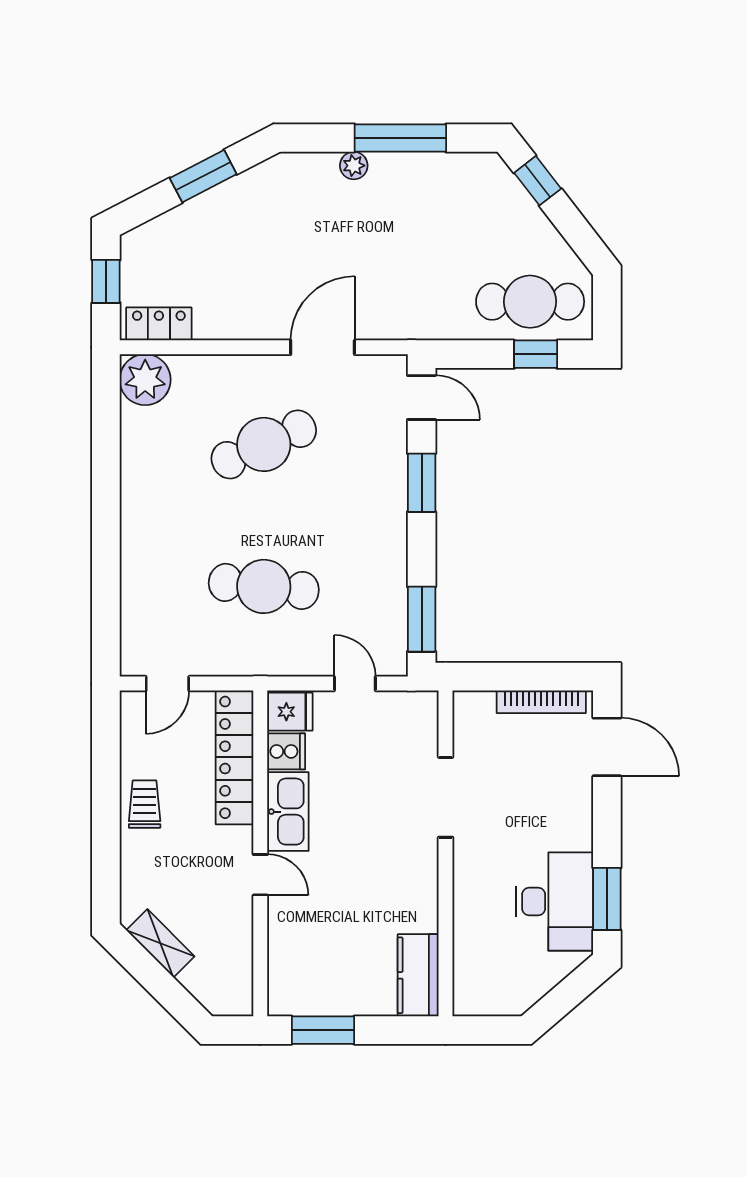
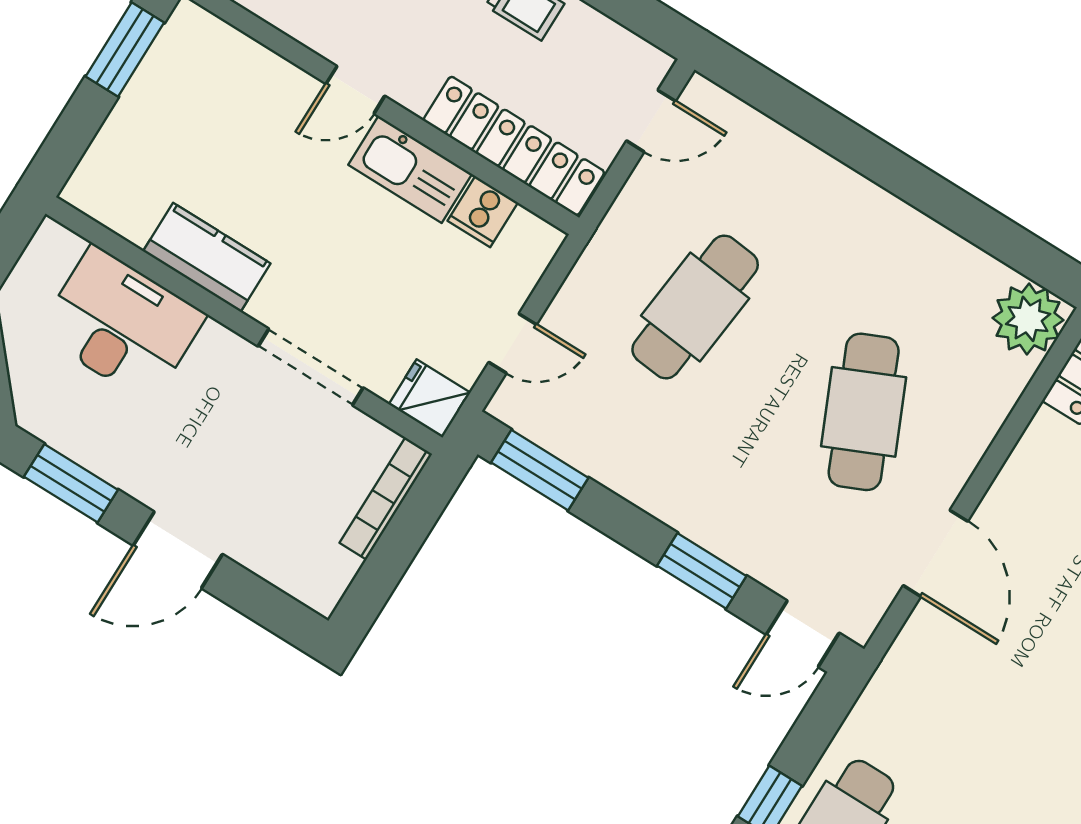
door: (167, 684) -> (651, 121), swing flipped
bookcase: (541, 702) -> (386, 499), moved
fridge: (290, 712) -> (430, 398), moved, turned 90
door: (607, 747) -> (178, 550), moved
desk: (554, 902) -> (121, 324), moved, turned 180
kitchen counter: (418, 975) -> (207, 257), moved

